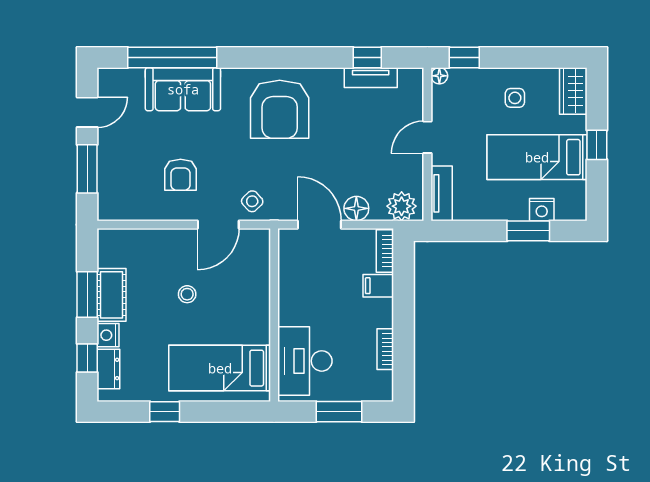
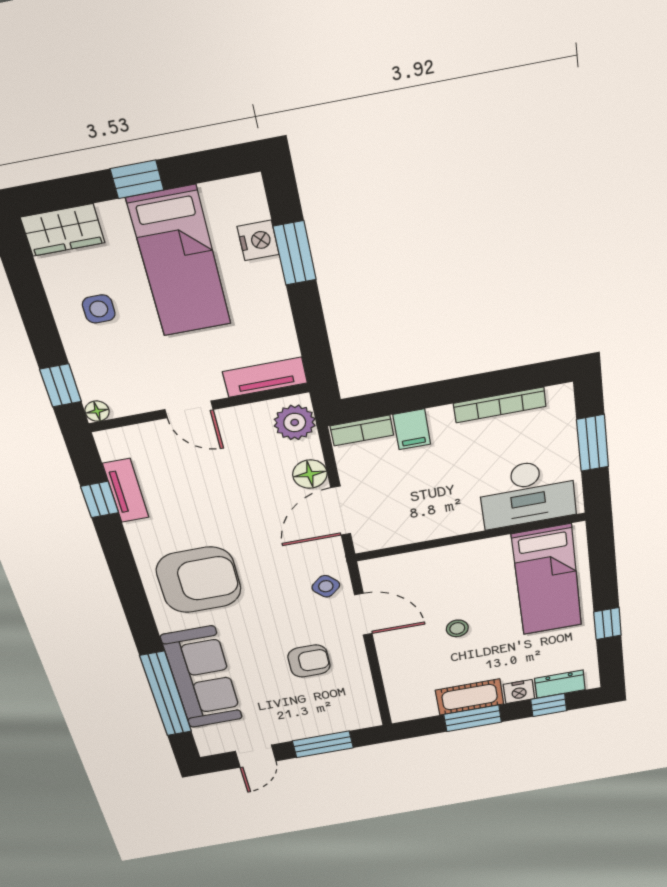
sofa: (183, 89) -> (202, 678), width x1.36
door: (87, 112) -> (256, 756), swing flipped
bookcase: (385, 349) -> (500, 405), width x1.56

